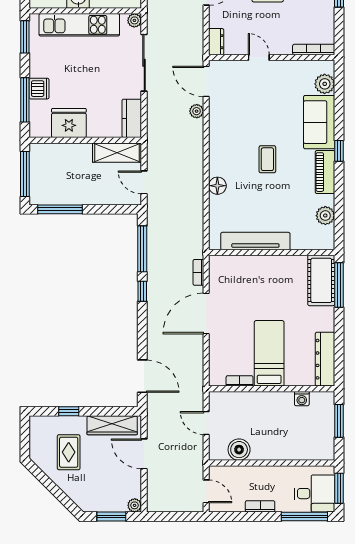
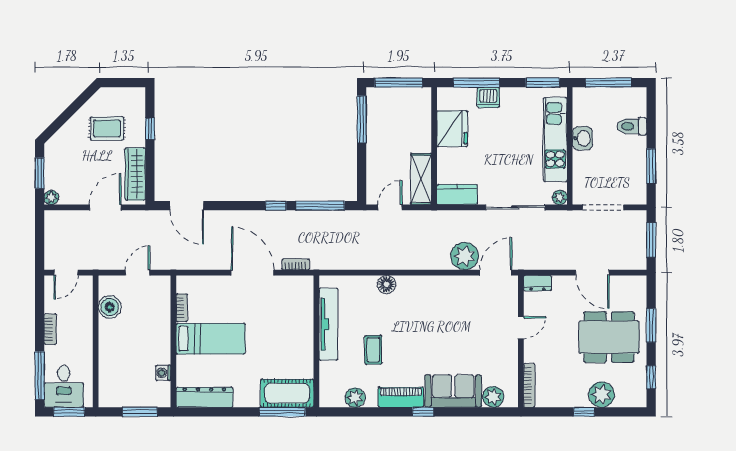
plant: (197, 111) -> (465, 256), width x1.88, depth x1.88
coffee table: (267, 159) -> (373, 350), moved, turned 90
door: (142, 376) -> (187, 206), hinge flipped

